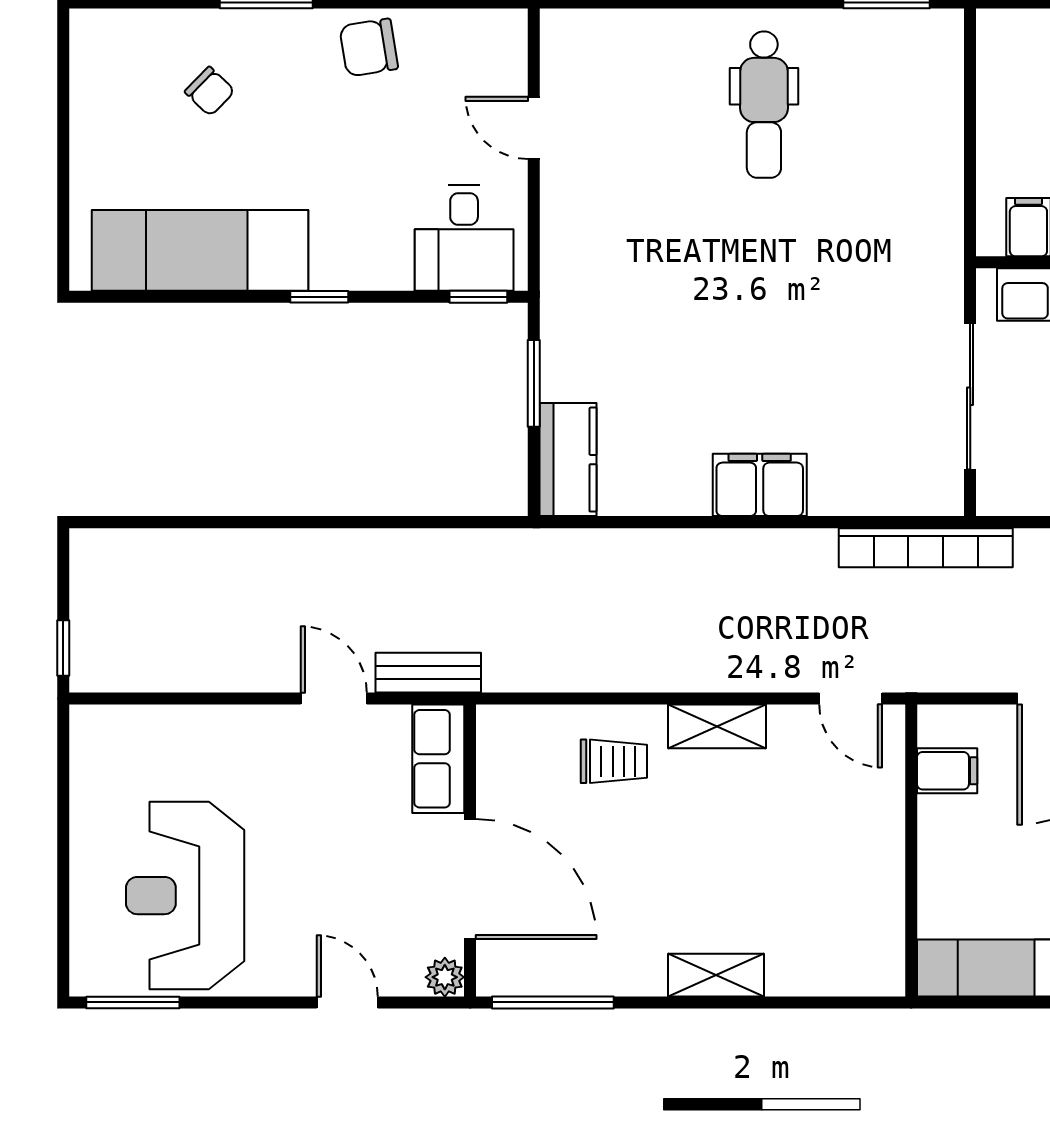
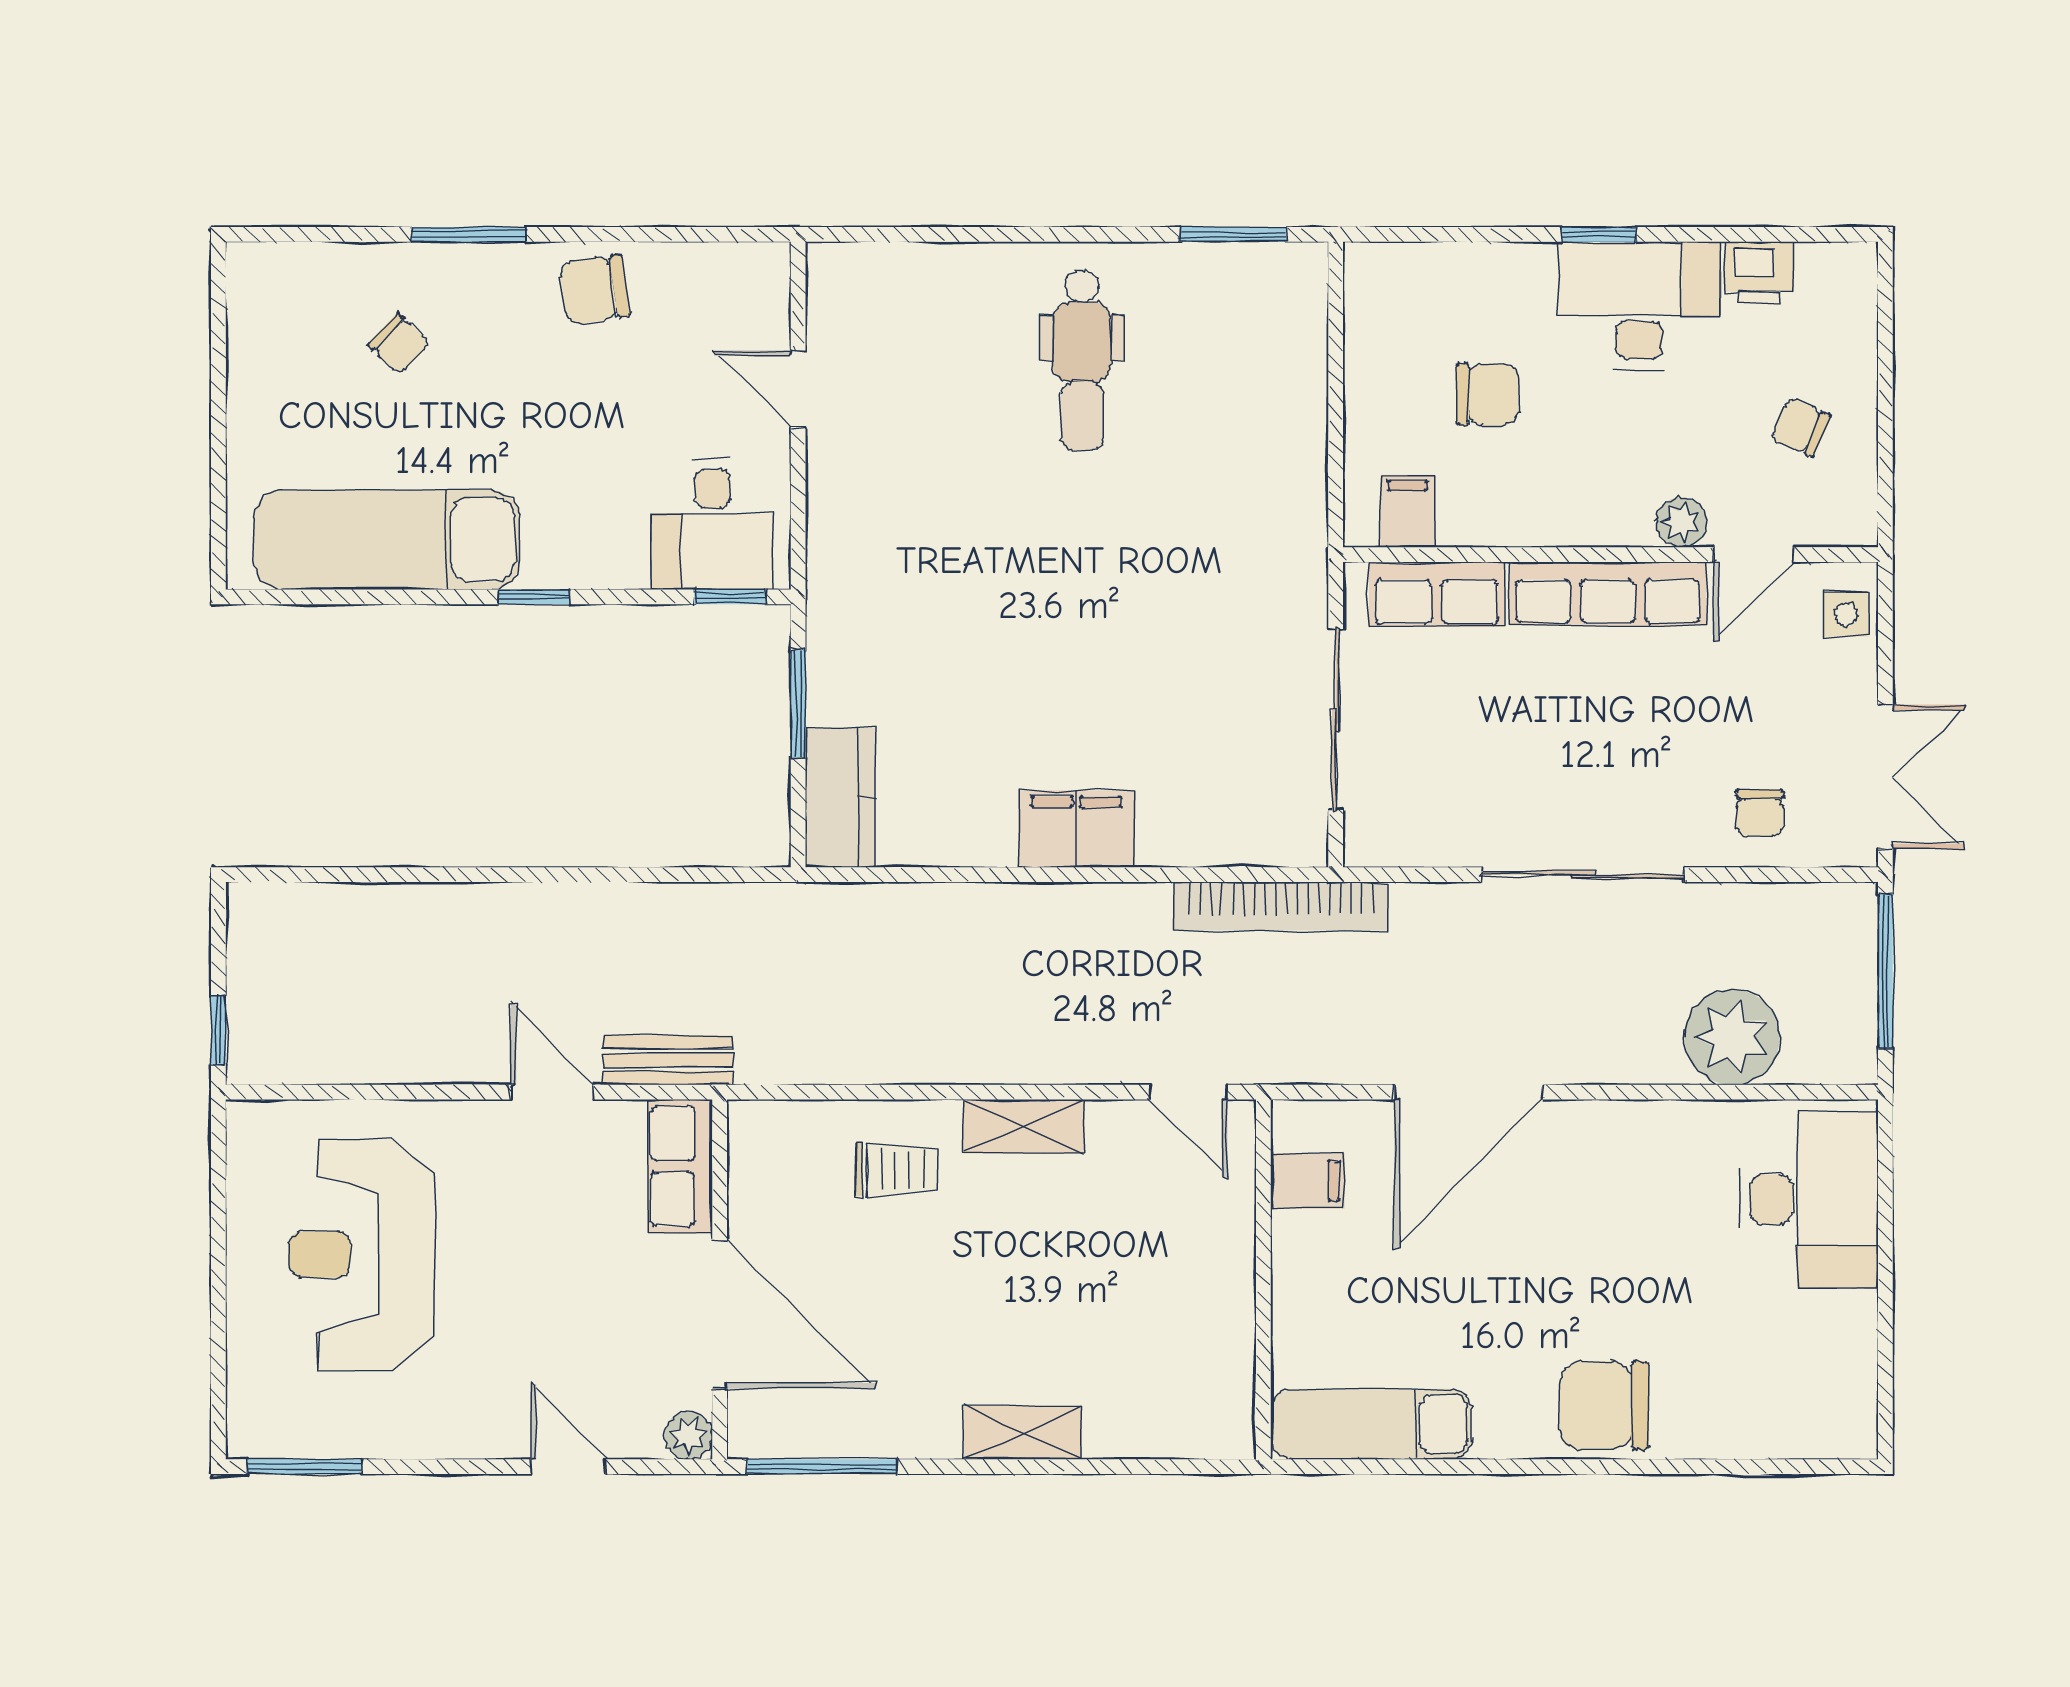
reception desk: (185, 896) -> (362, 1254), moved

